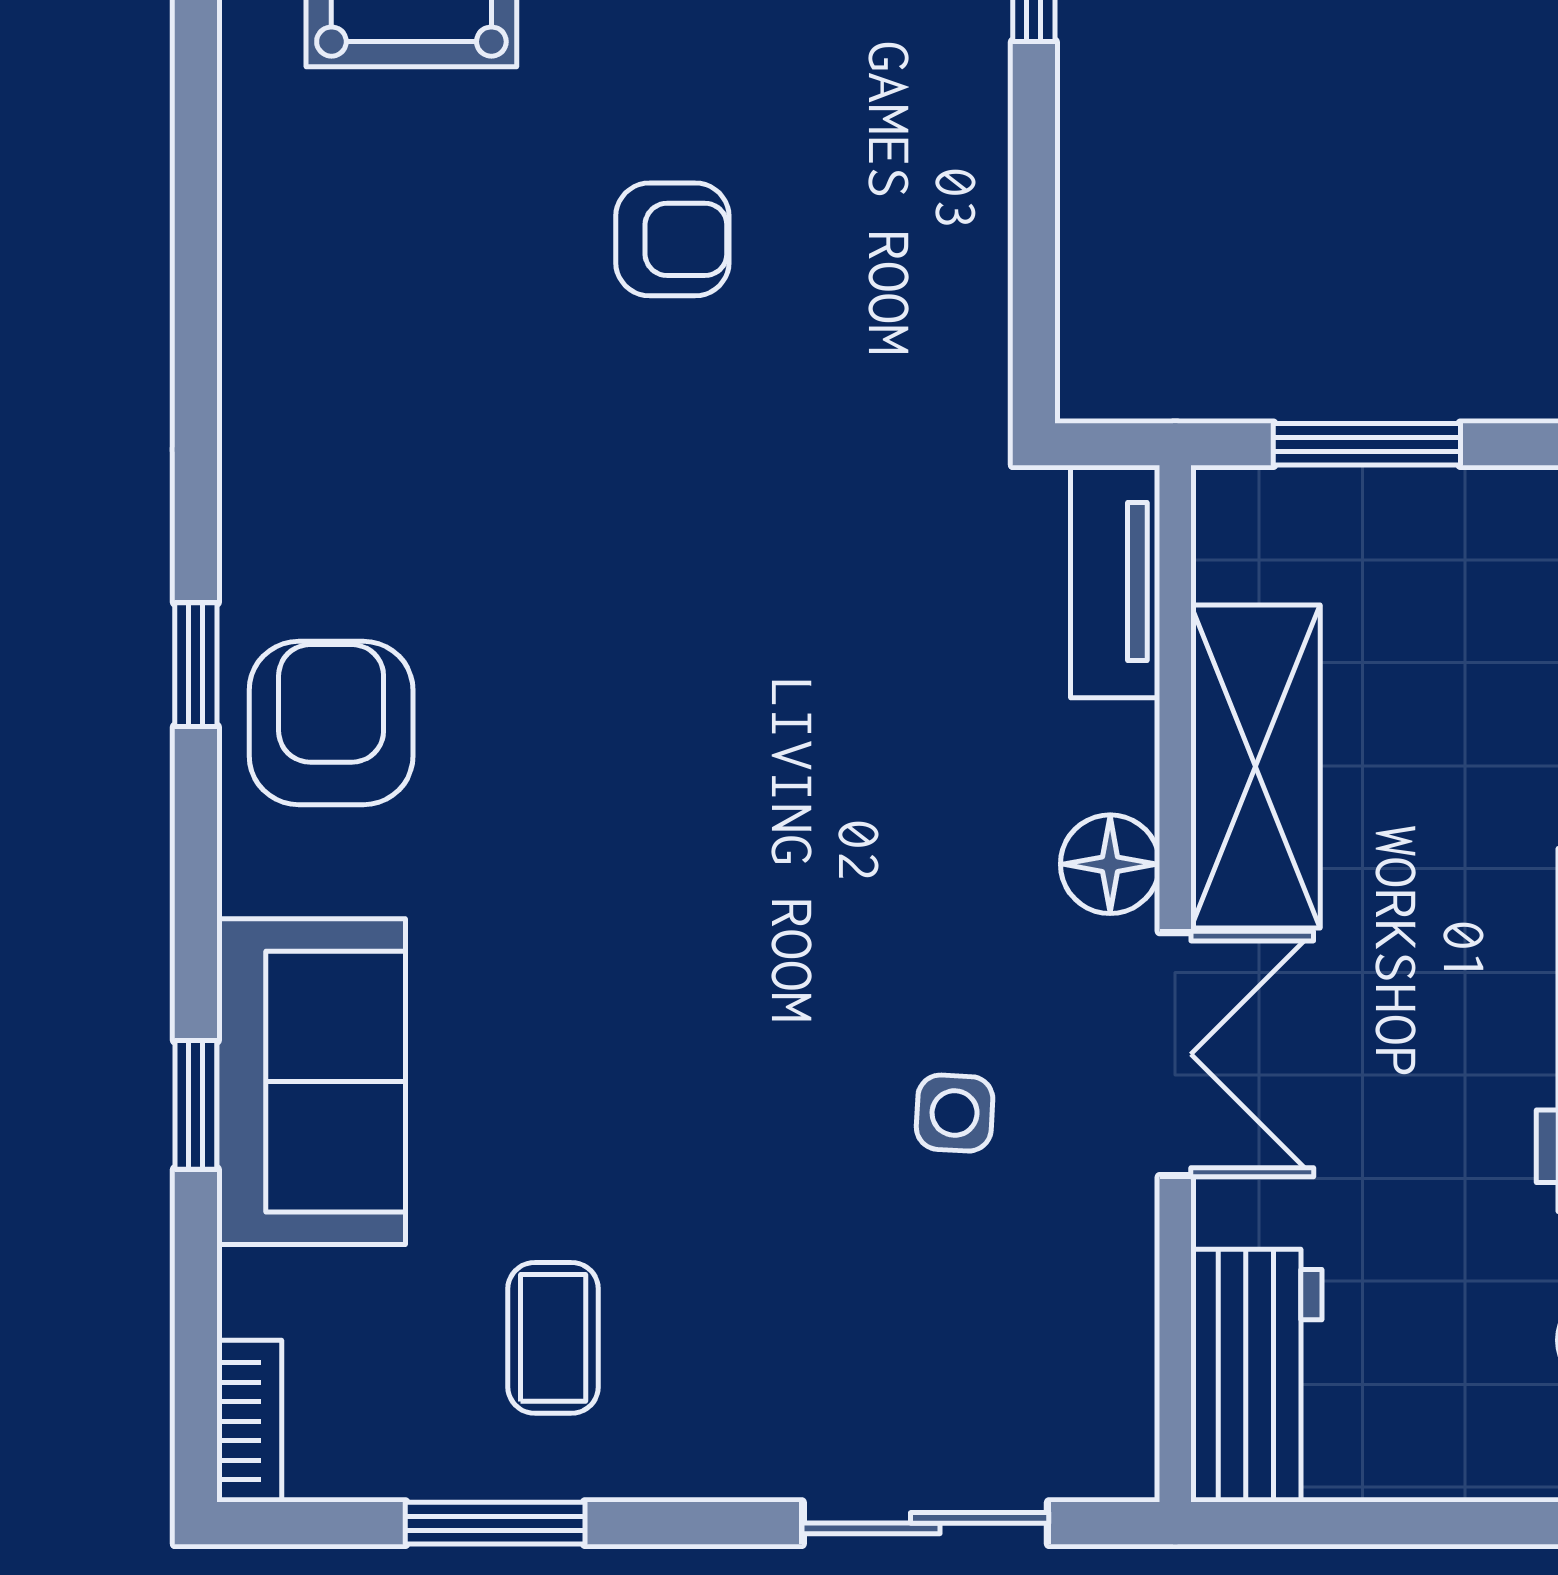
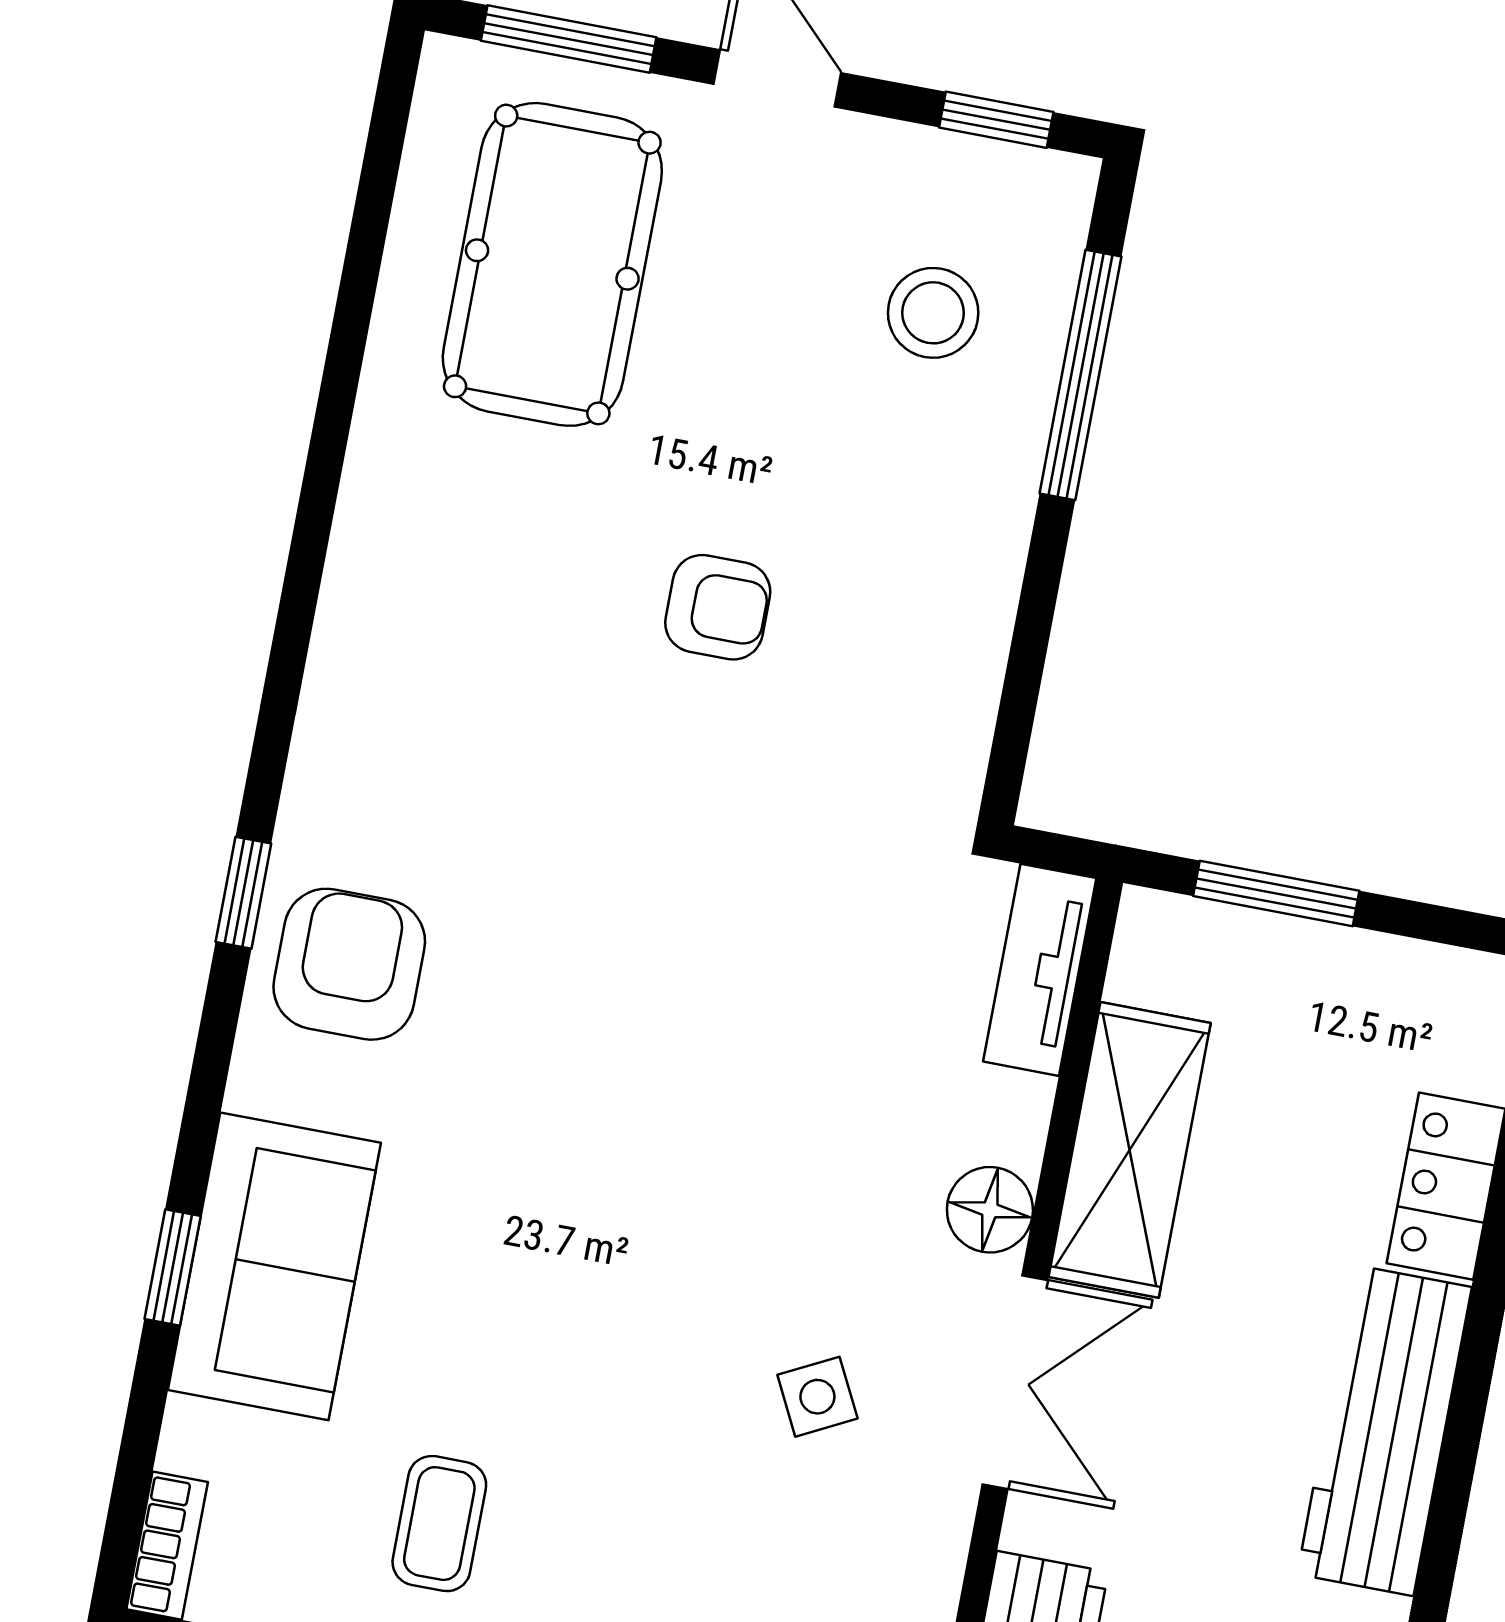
side table: (955, 1113) -> (817, 1397), turned -30

